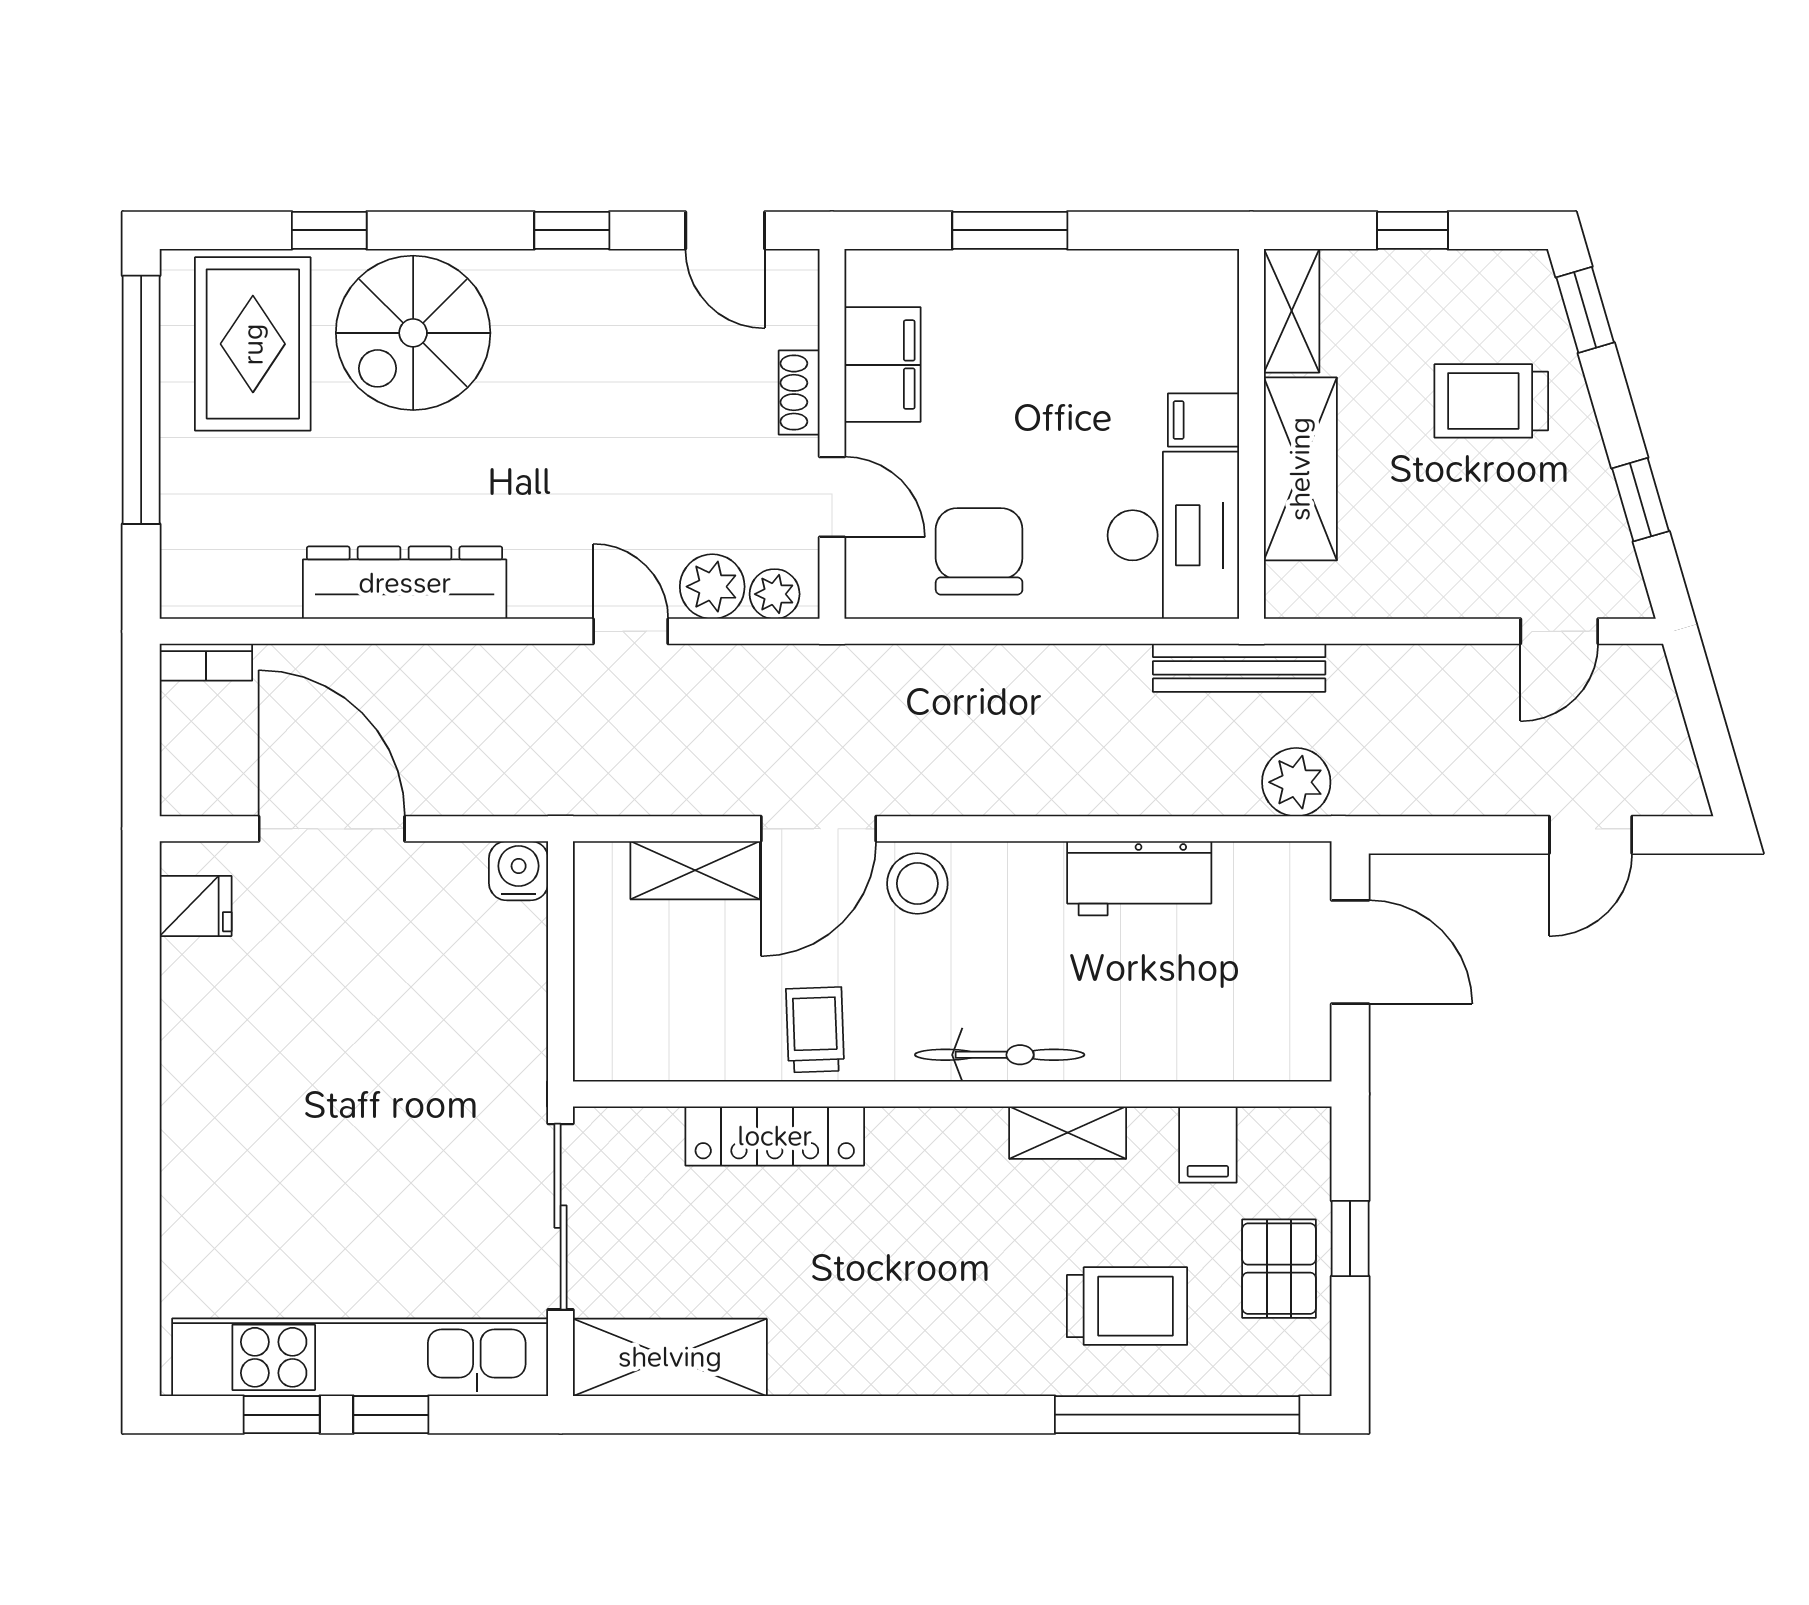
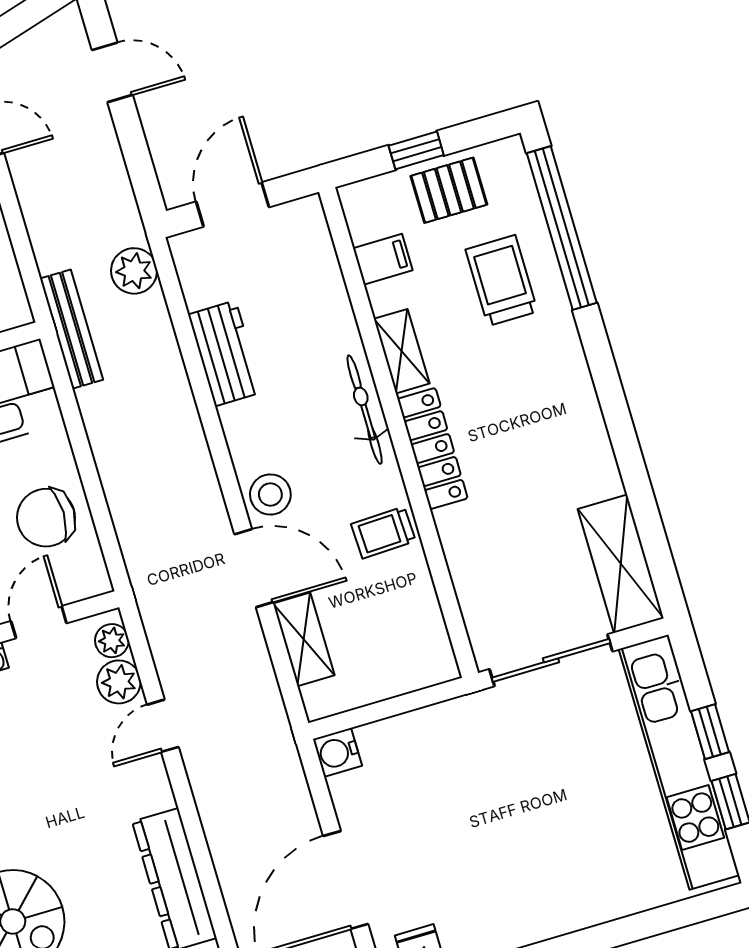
locker: (775, 1136) -> (433, 449), moved

